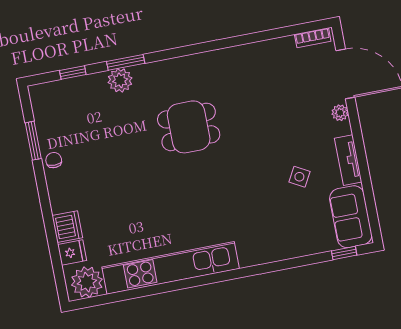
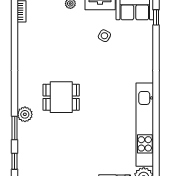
plant: (120, 80) -> (25, 114), moved
dining table: (189, 127) -> (61, 97), turned 90

